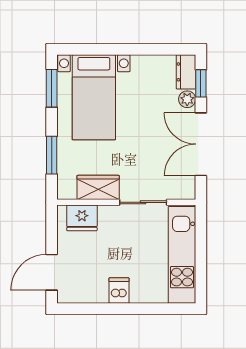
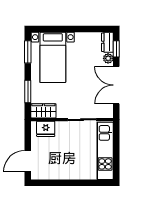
wardrobe: (98, 187) -> (43, 111), moved
dishwasher: (119, 290) -> (68, 172), removed

